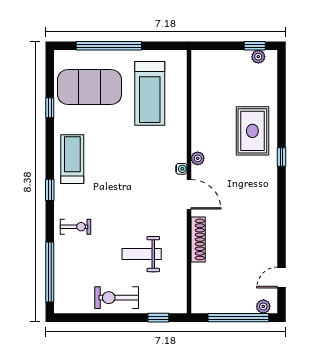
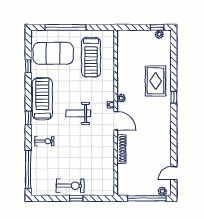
treadmill: (72, 159) -> (42, 99), width x1.37, depth x1.37
weight bench: (142, 254) -> (78, 113), moved
exercise bike: (117, 298) -> (70, 186), turned 180
window: (158, 318) -> (76, 198), moved

